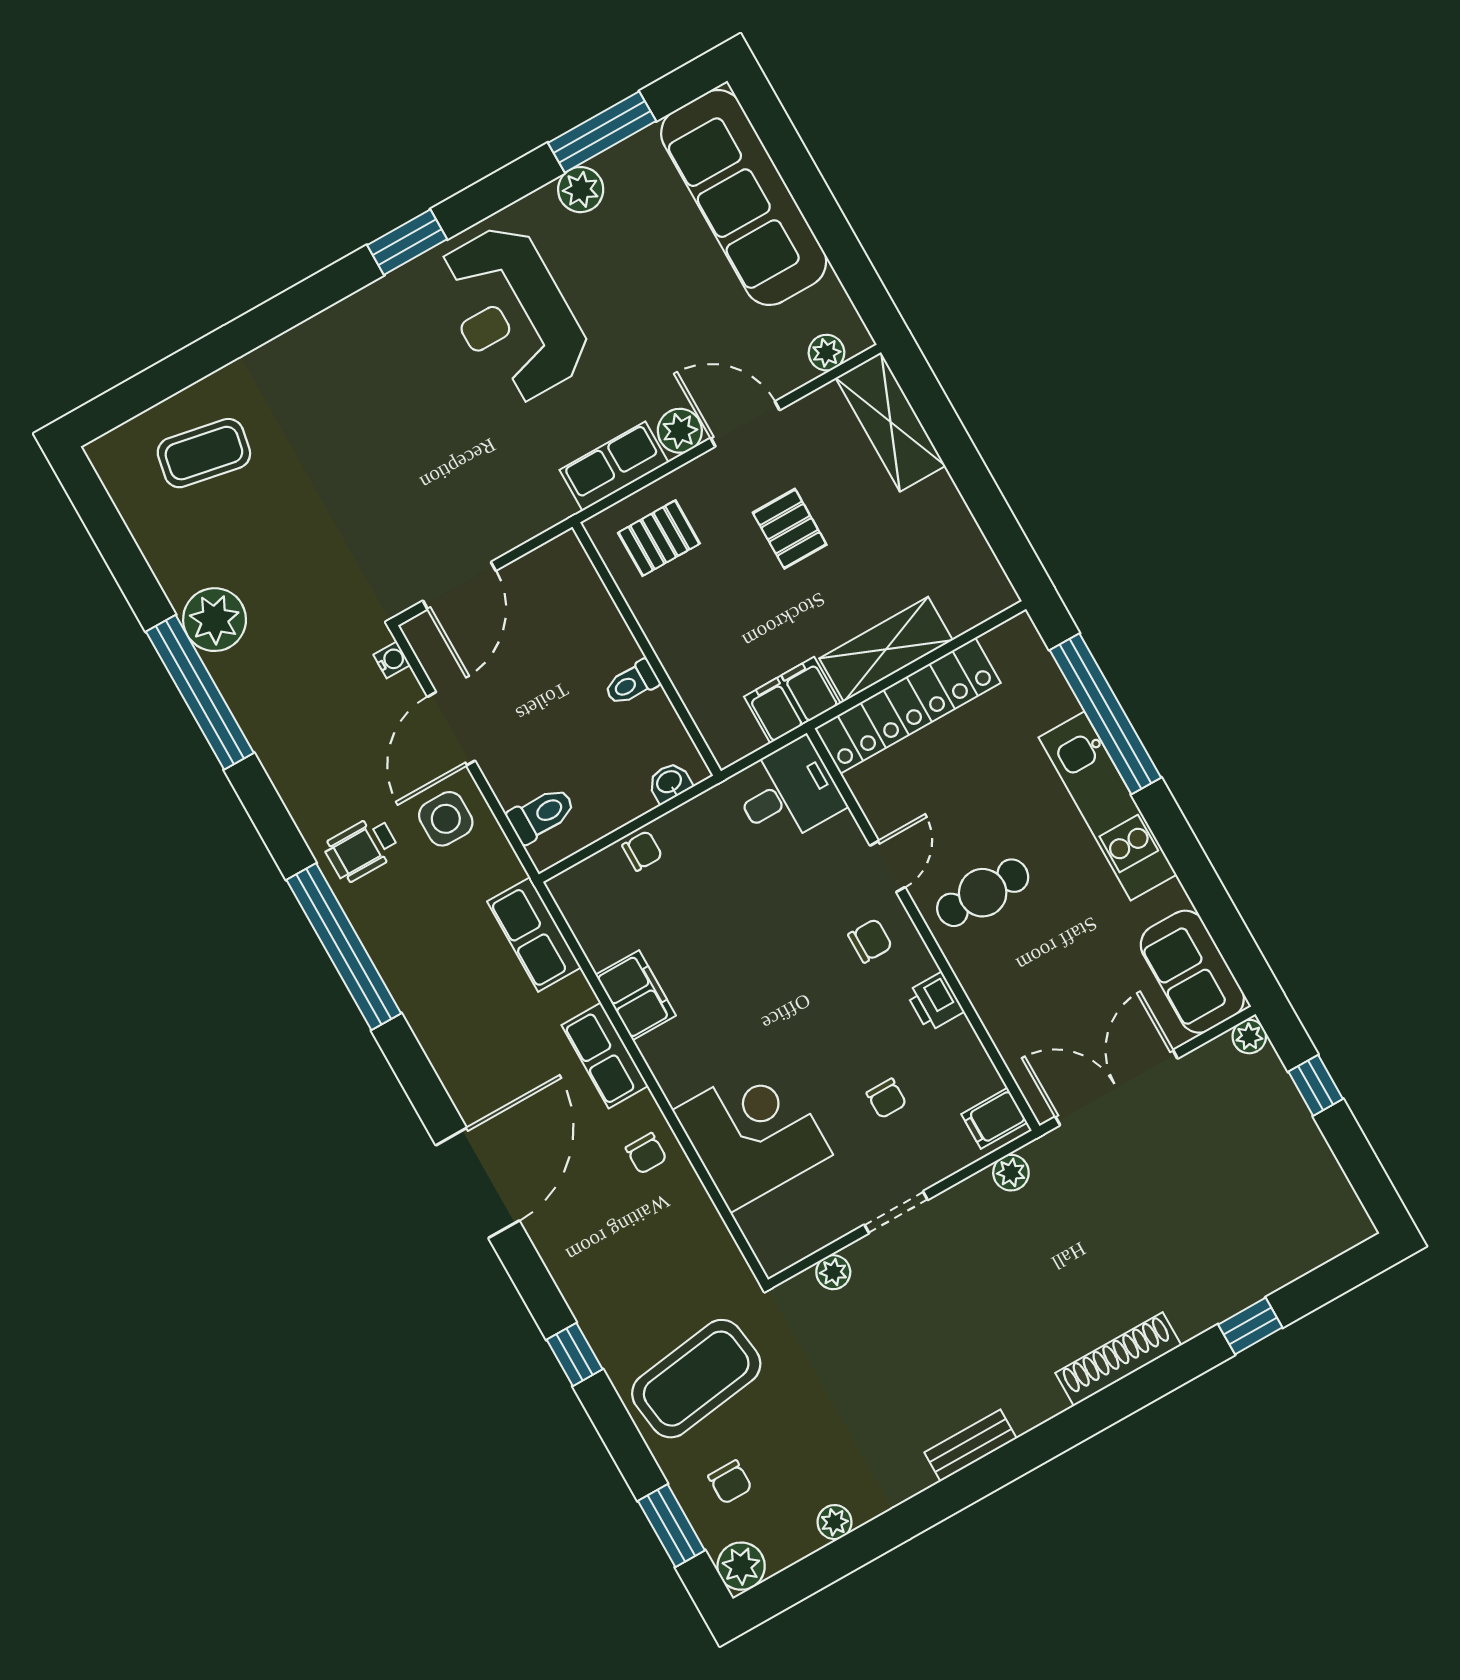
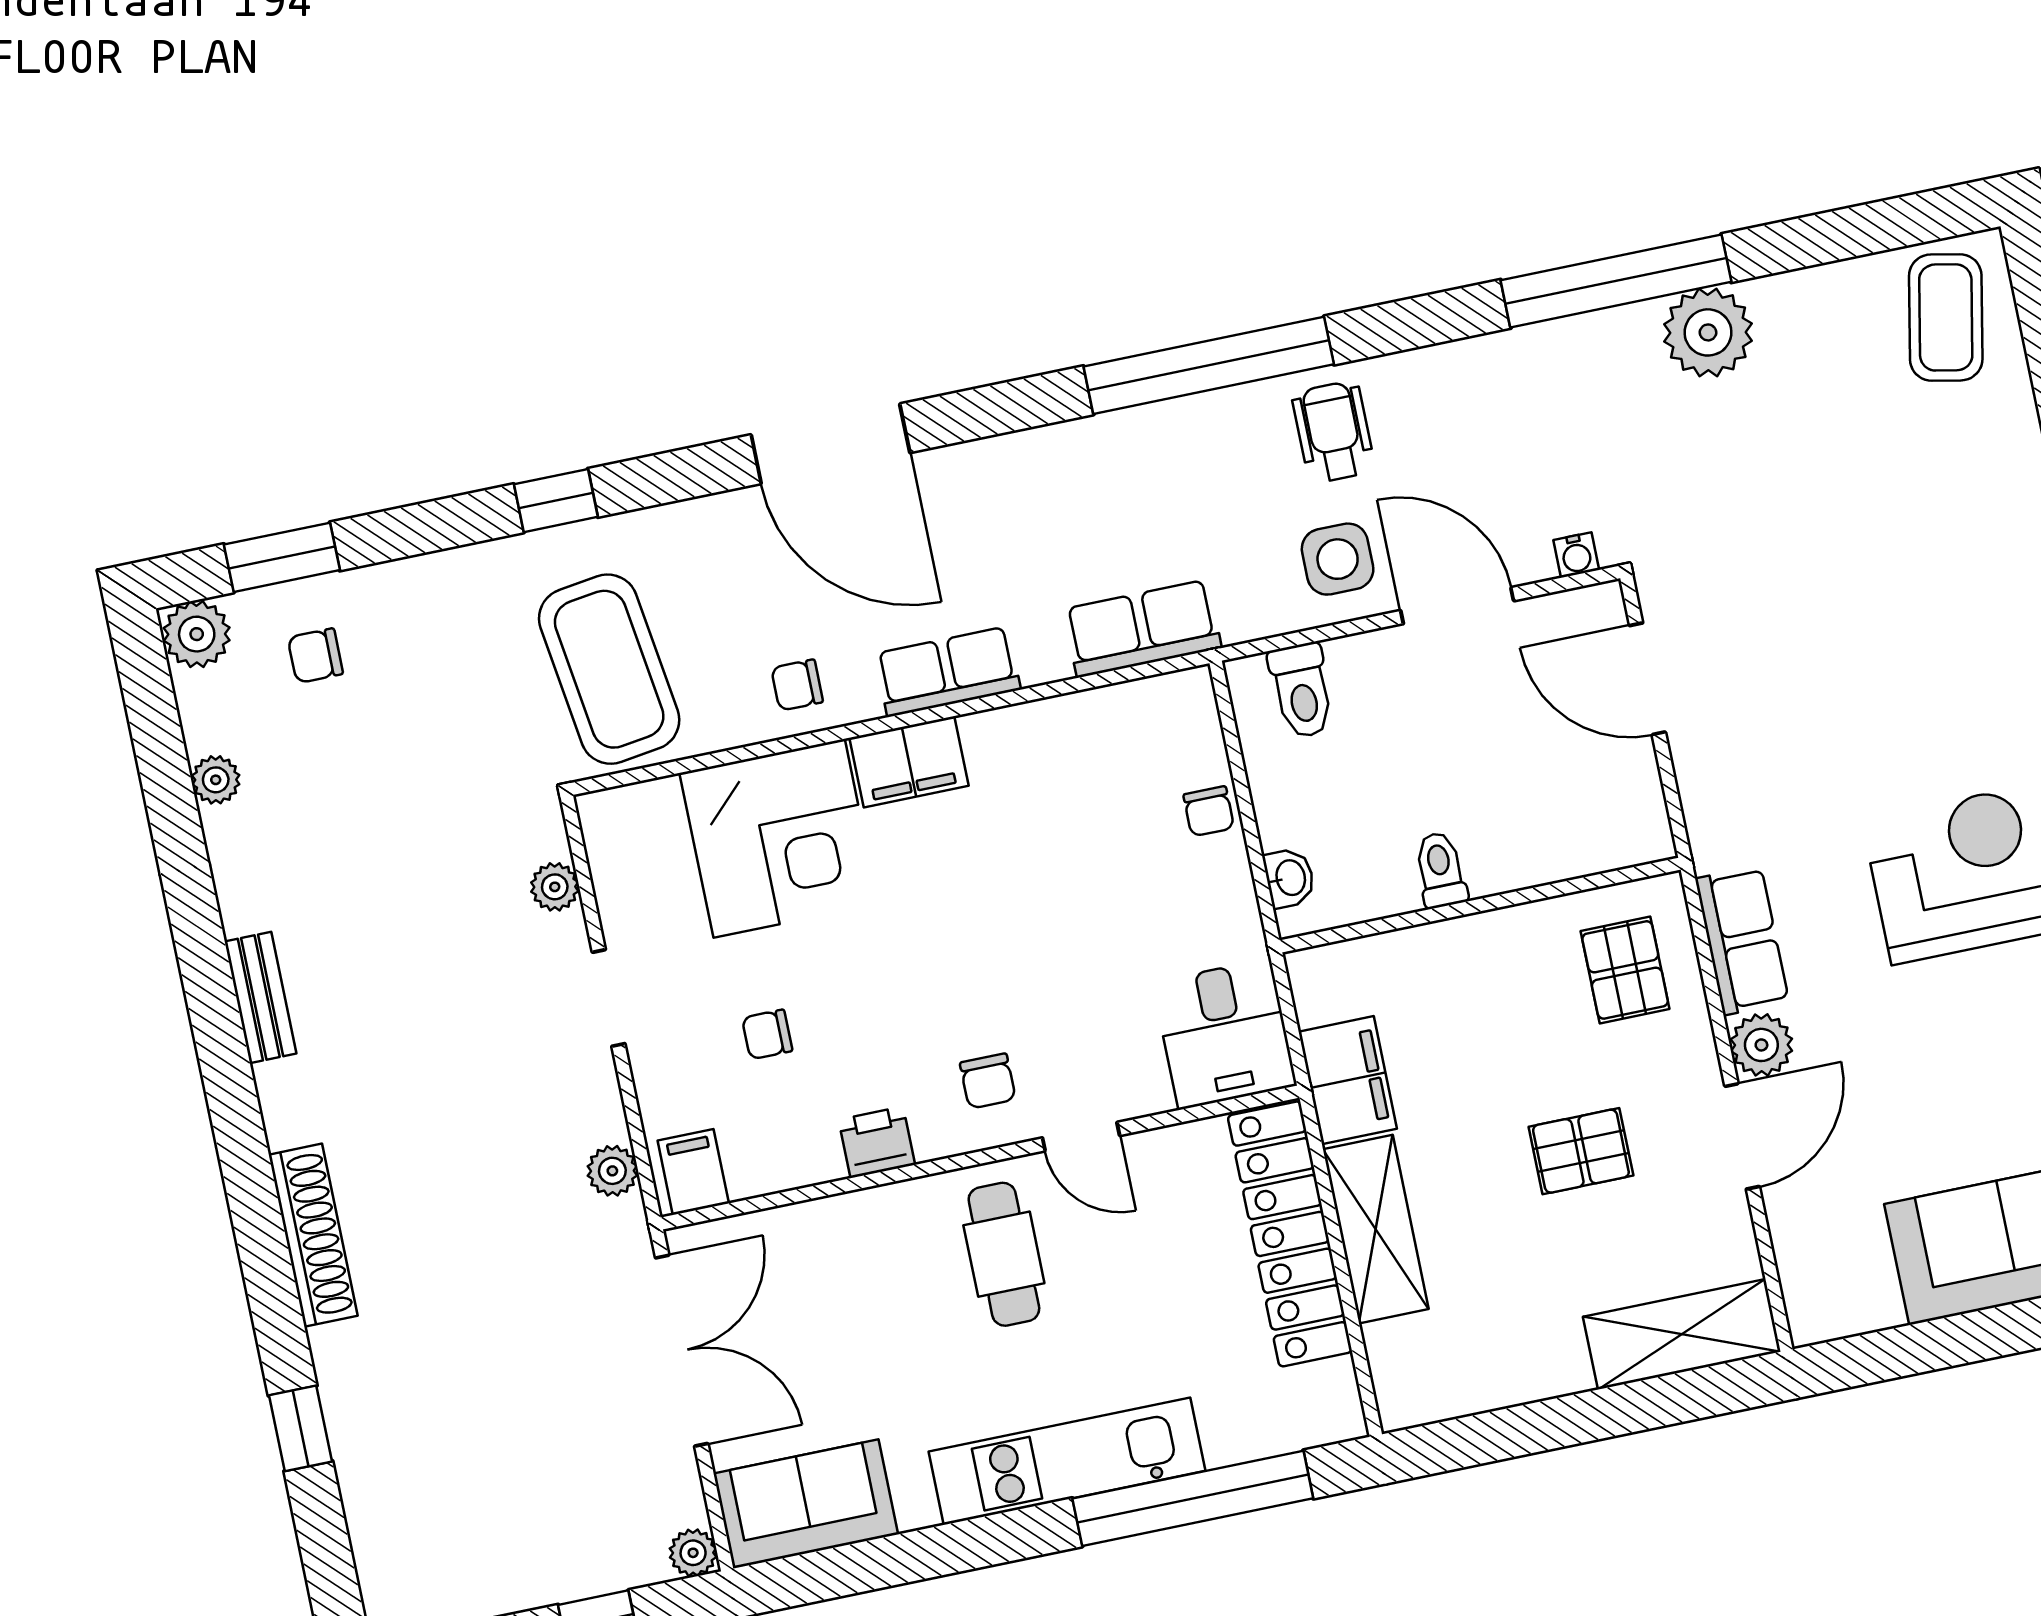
plant: (826, 353) -> (1803, 1278), removed
coffee table: (204, 453) -> (1946, 317), moved
filing cabinet: (636, 995) -> (909, 762), moved
coffee table: (696, 1379) -> (609, 669), moved

